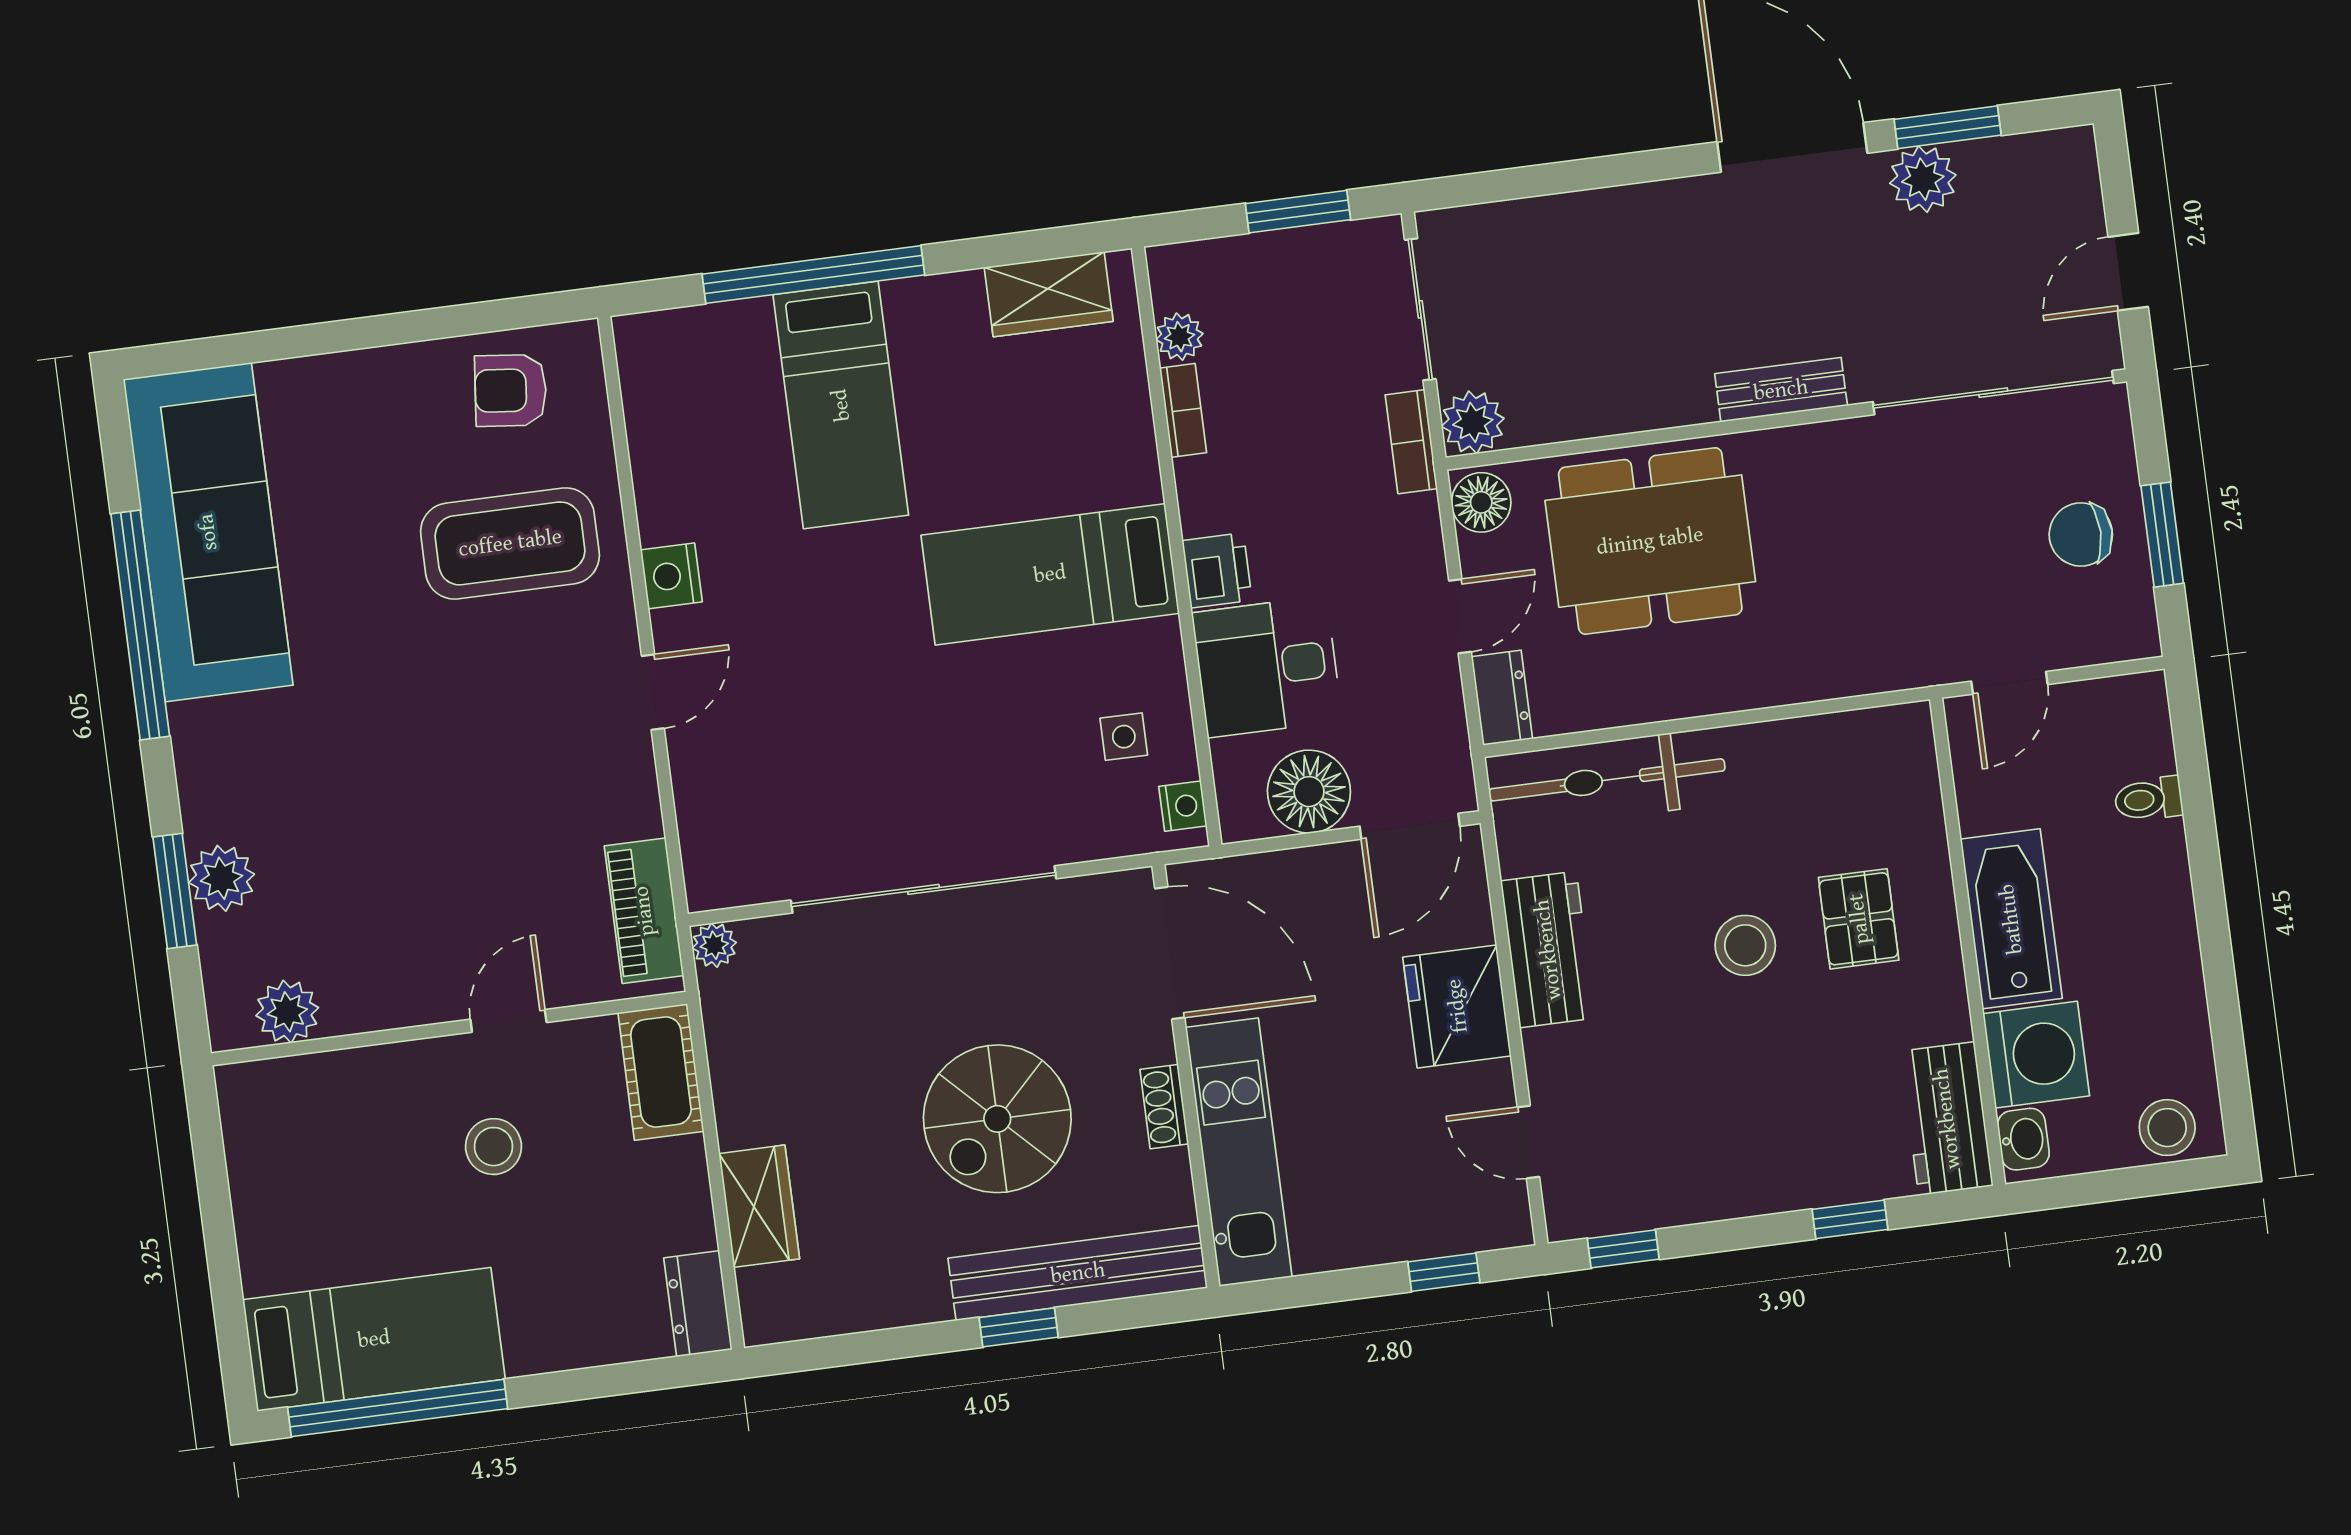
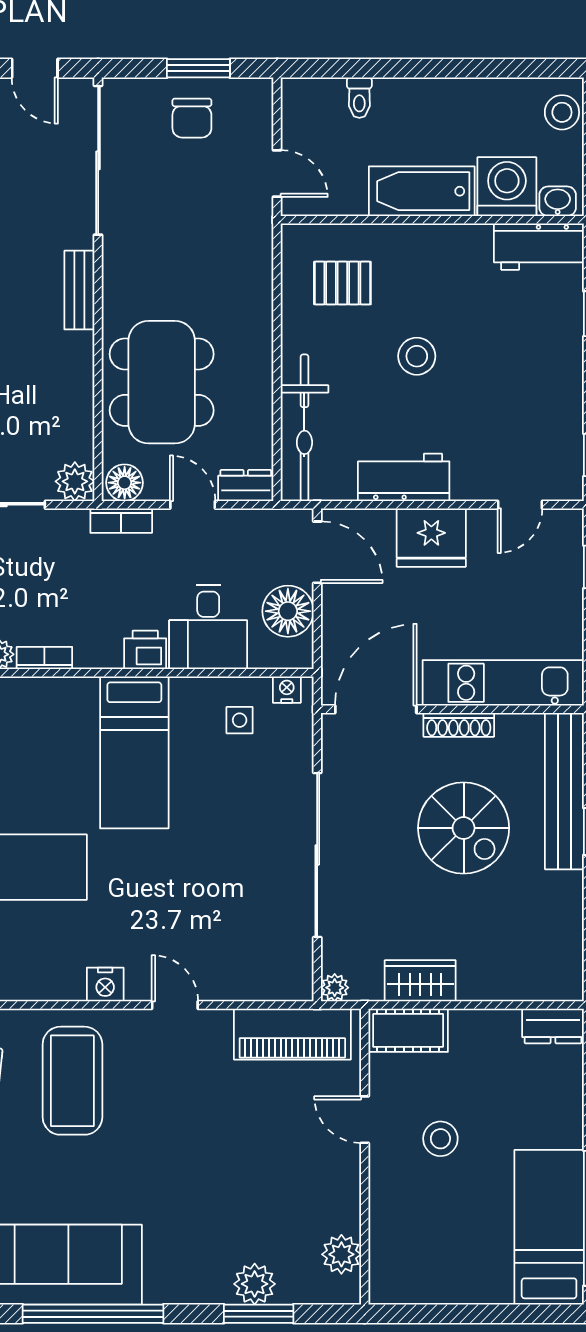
bookcase: (1411, 442) -> (121, 521), moved
piano: (644, 911) -> (292, 1034), width x1.37, depth x1.33
pallet: (1859, 919) -> (342, 283), moved
shoe rack: (1164, 1107) -> (459, 725), width x1.43
wardrobe: (759, 1206) -> (420, 981), moved

